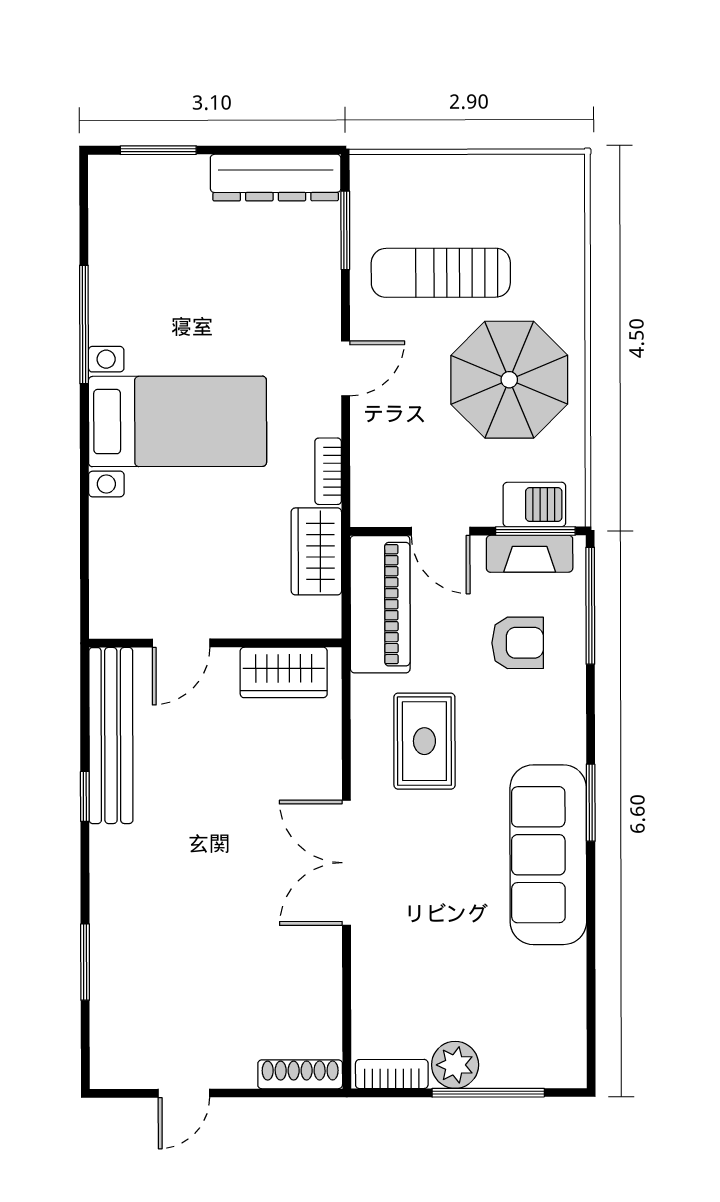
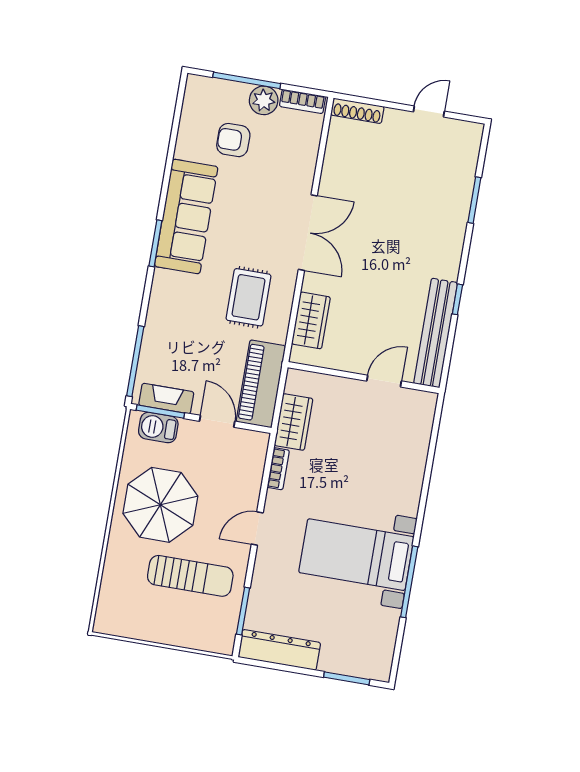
bed with nightstands: (177, 421) -> (356, 555), moved
armchair: (518, 643) -> (233, 140), moved
wardrobe: (284, 672) -> (311, 320), moved, turned 90

